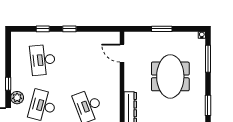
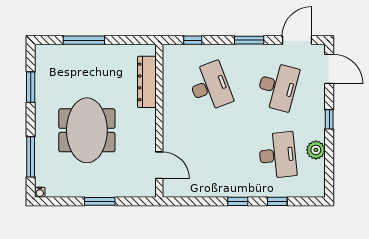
plant: (17, 98) -> (316, 150), moved

